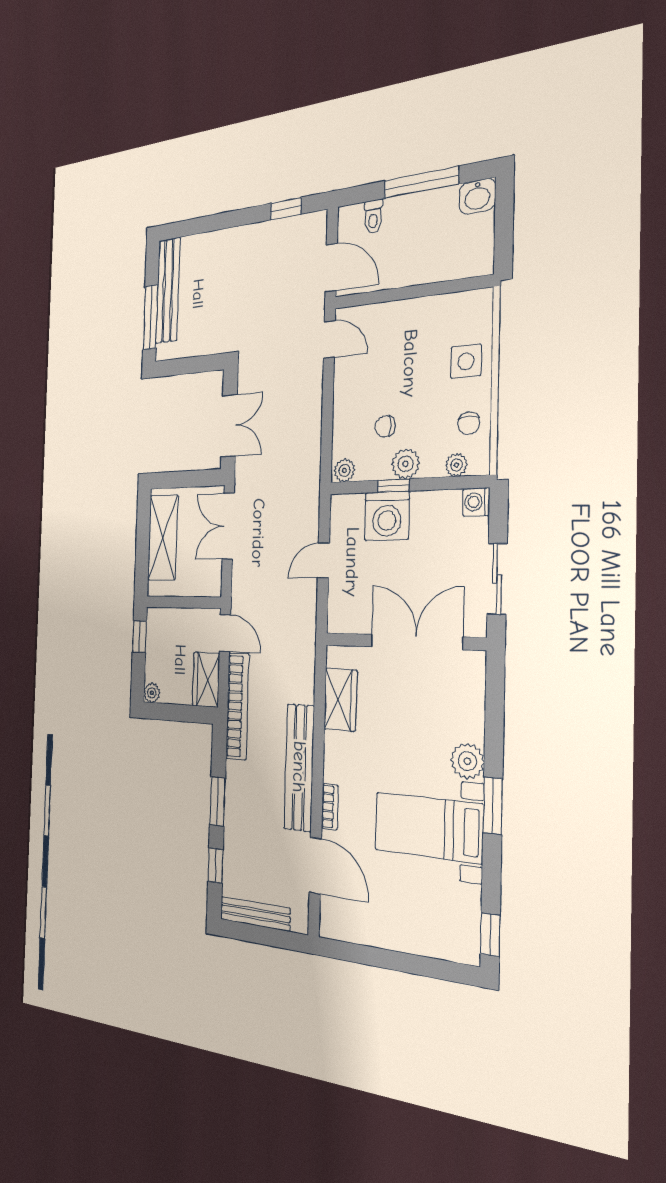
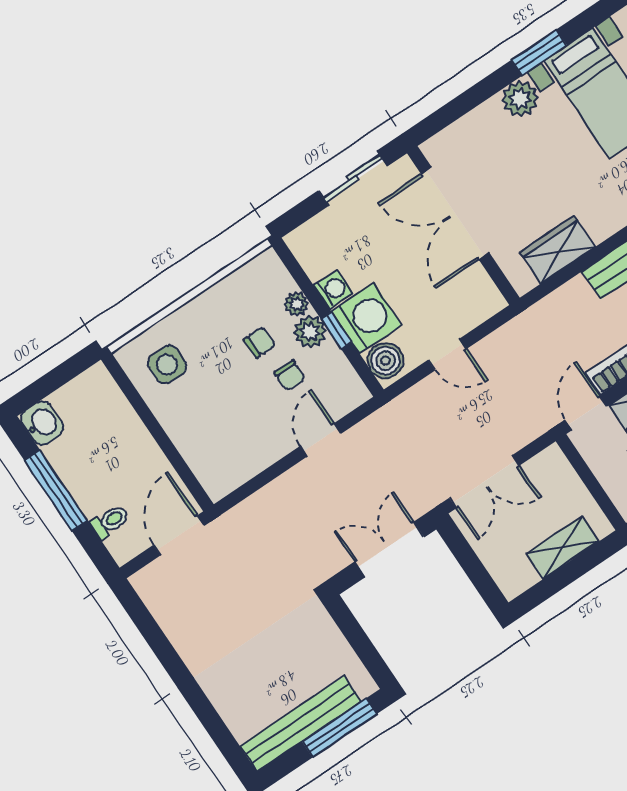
window: (286, 209) -> (149, 629), removed
door: (329, 339) -> (320, 440), moved
side table: (466, 361) -> (167, 364), moved
chair: (469, 423) -> (259, 342), moved
plant: (456, 465) -> (296, 304), moved
plant: (345, 470) -> (353, 390), removed
washing machine: (476, 502) -> (333, 289), moved, turned -90
boiler: (349, 510) -> (385, 361), added
shelving: (163, 538) -> (563, 547), width x0.67, depth x0.75

